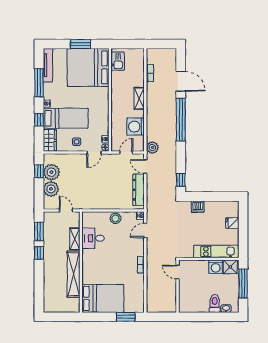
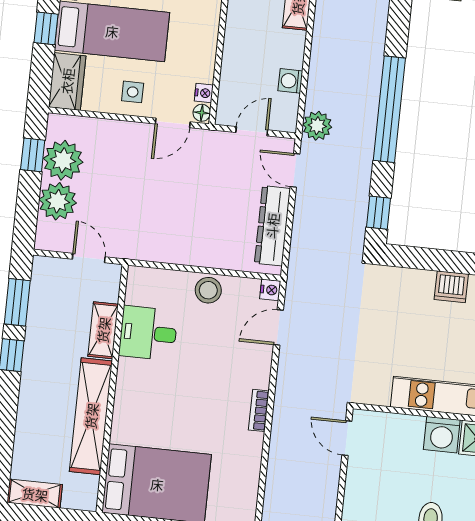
window: (181, 120) -> (389, 109), moved
washing machine: (136, 127) -> (290, 81), width x0.53, depth x0.53
dishwasher: (198, 207) -> (451, 287), moved
shelving: (54, 308) -> (35, 494), added

